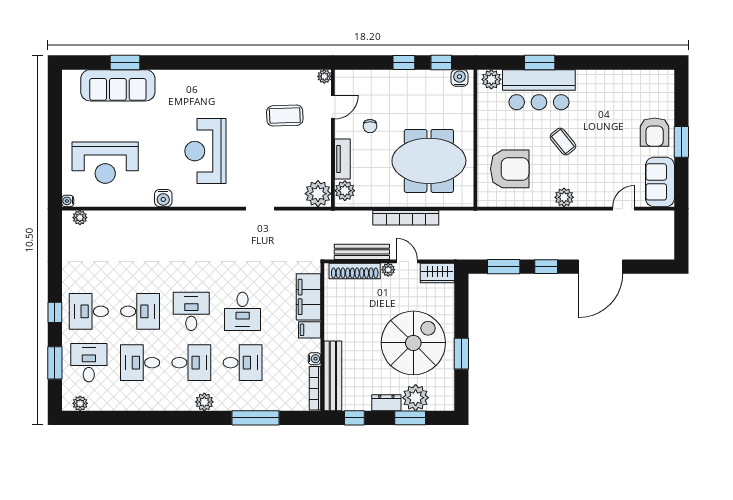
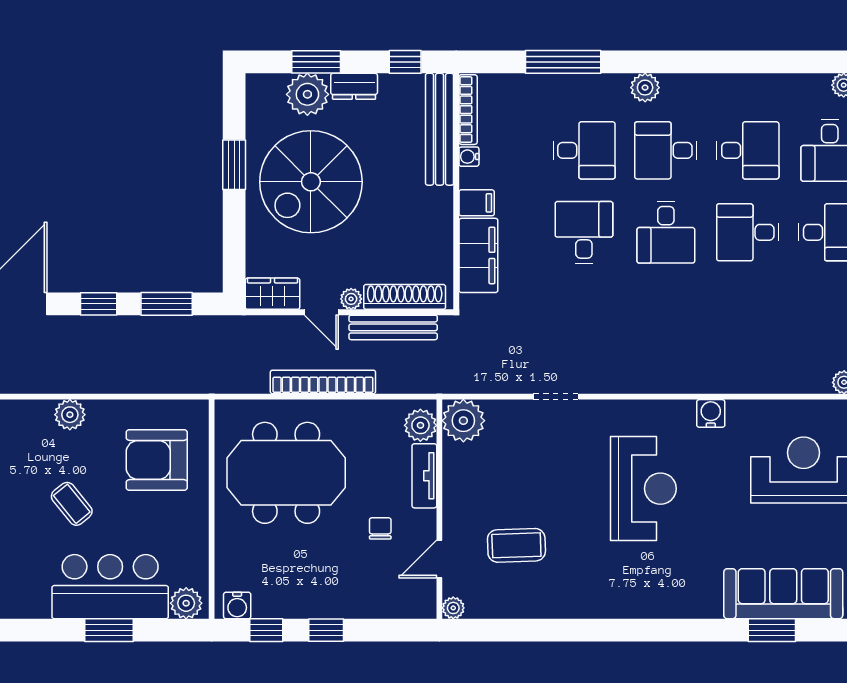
desk: (243, 363) -> (584, 150), turned 180

